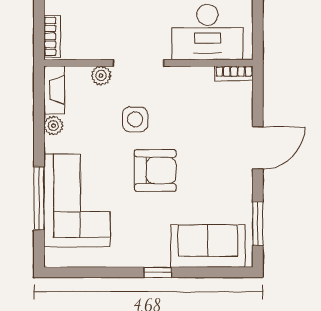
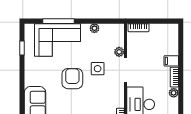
fireplace: (54, 90) -> (112, 29), removed
armchair: (155, 170) -> (72, 79), turned 180
window: (158, 272) -> (22, 48), moved

